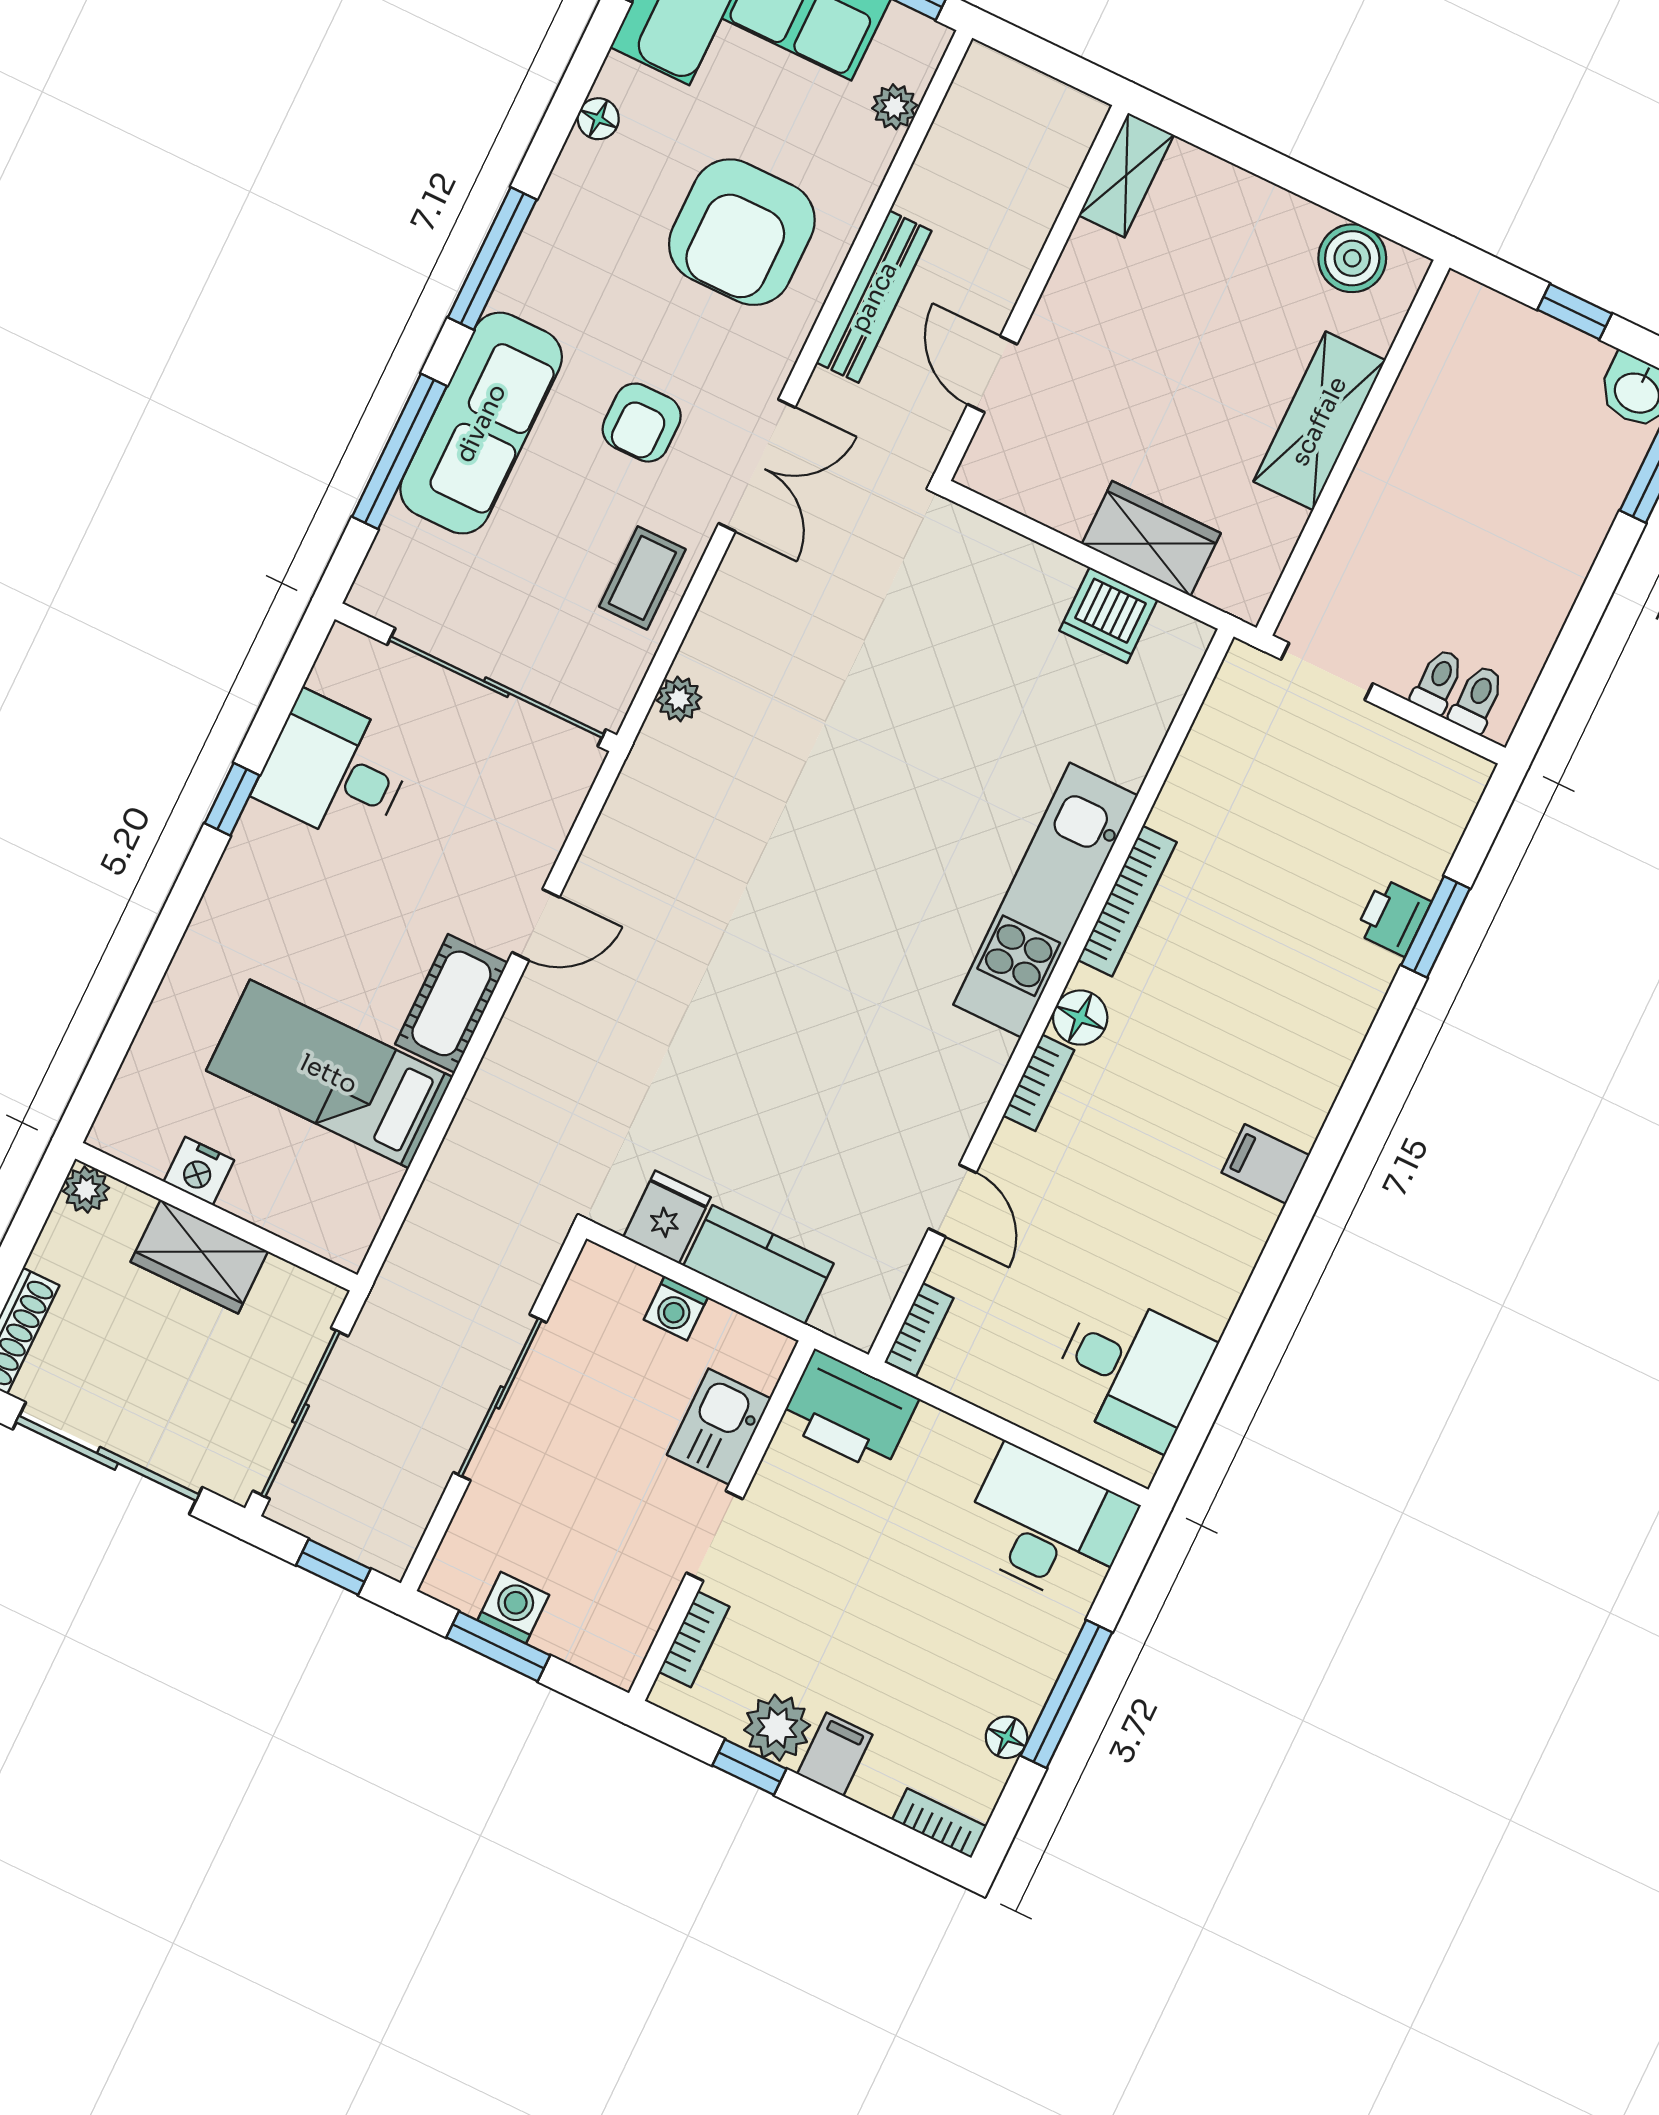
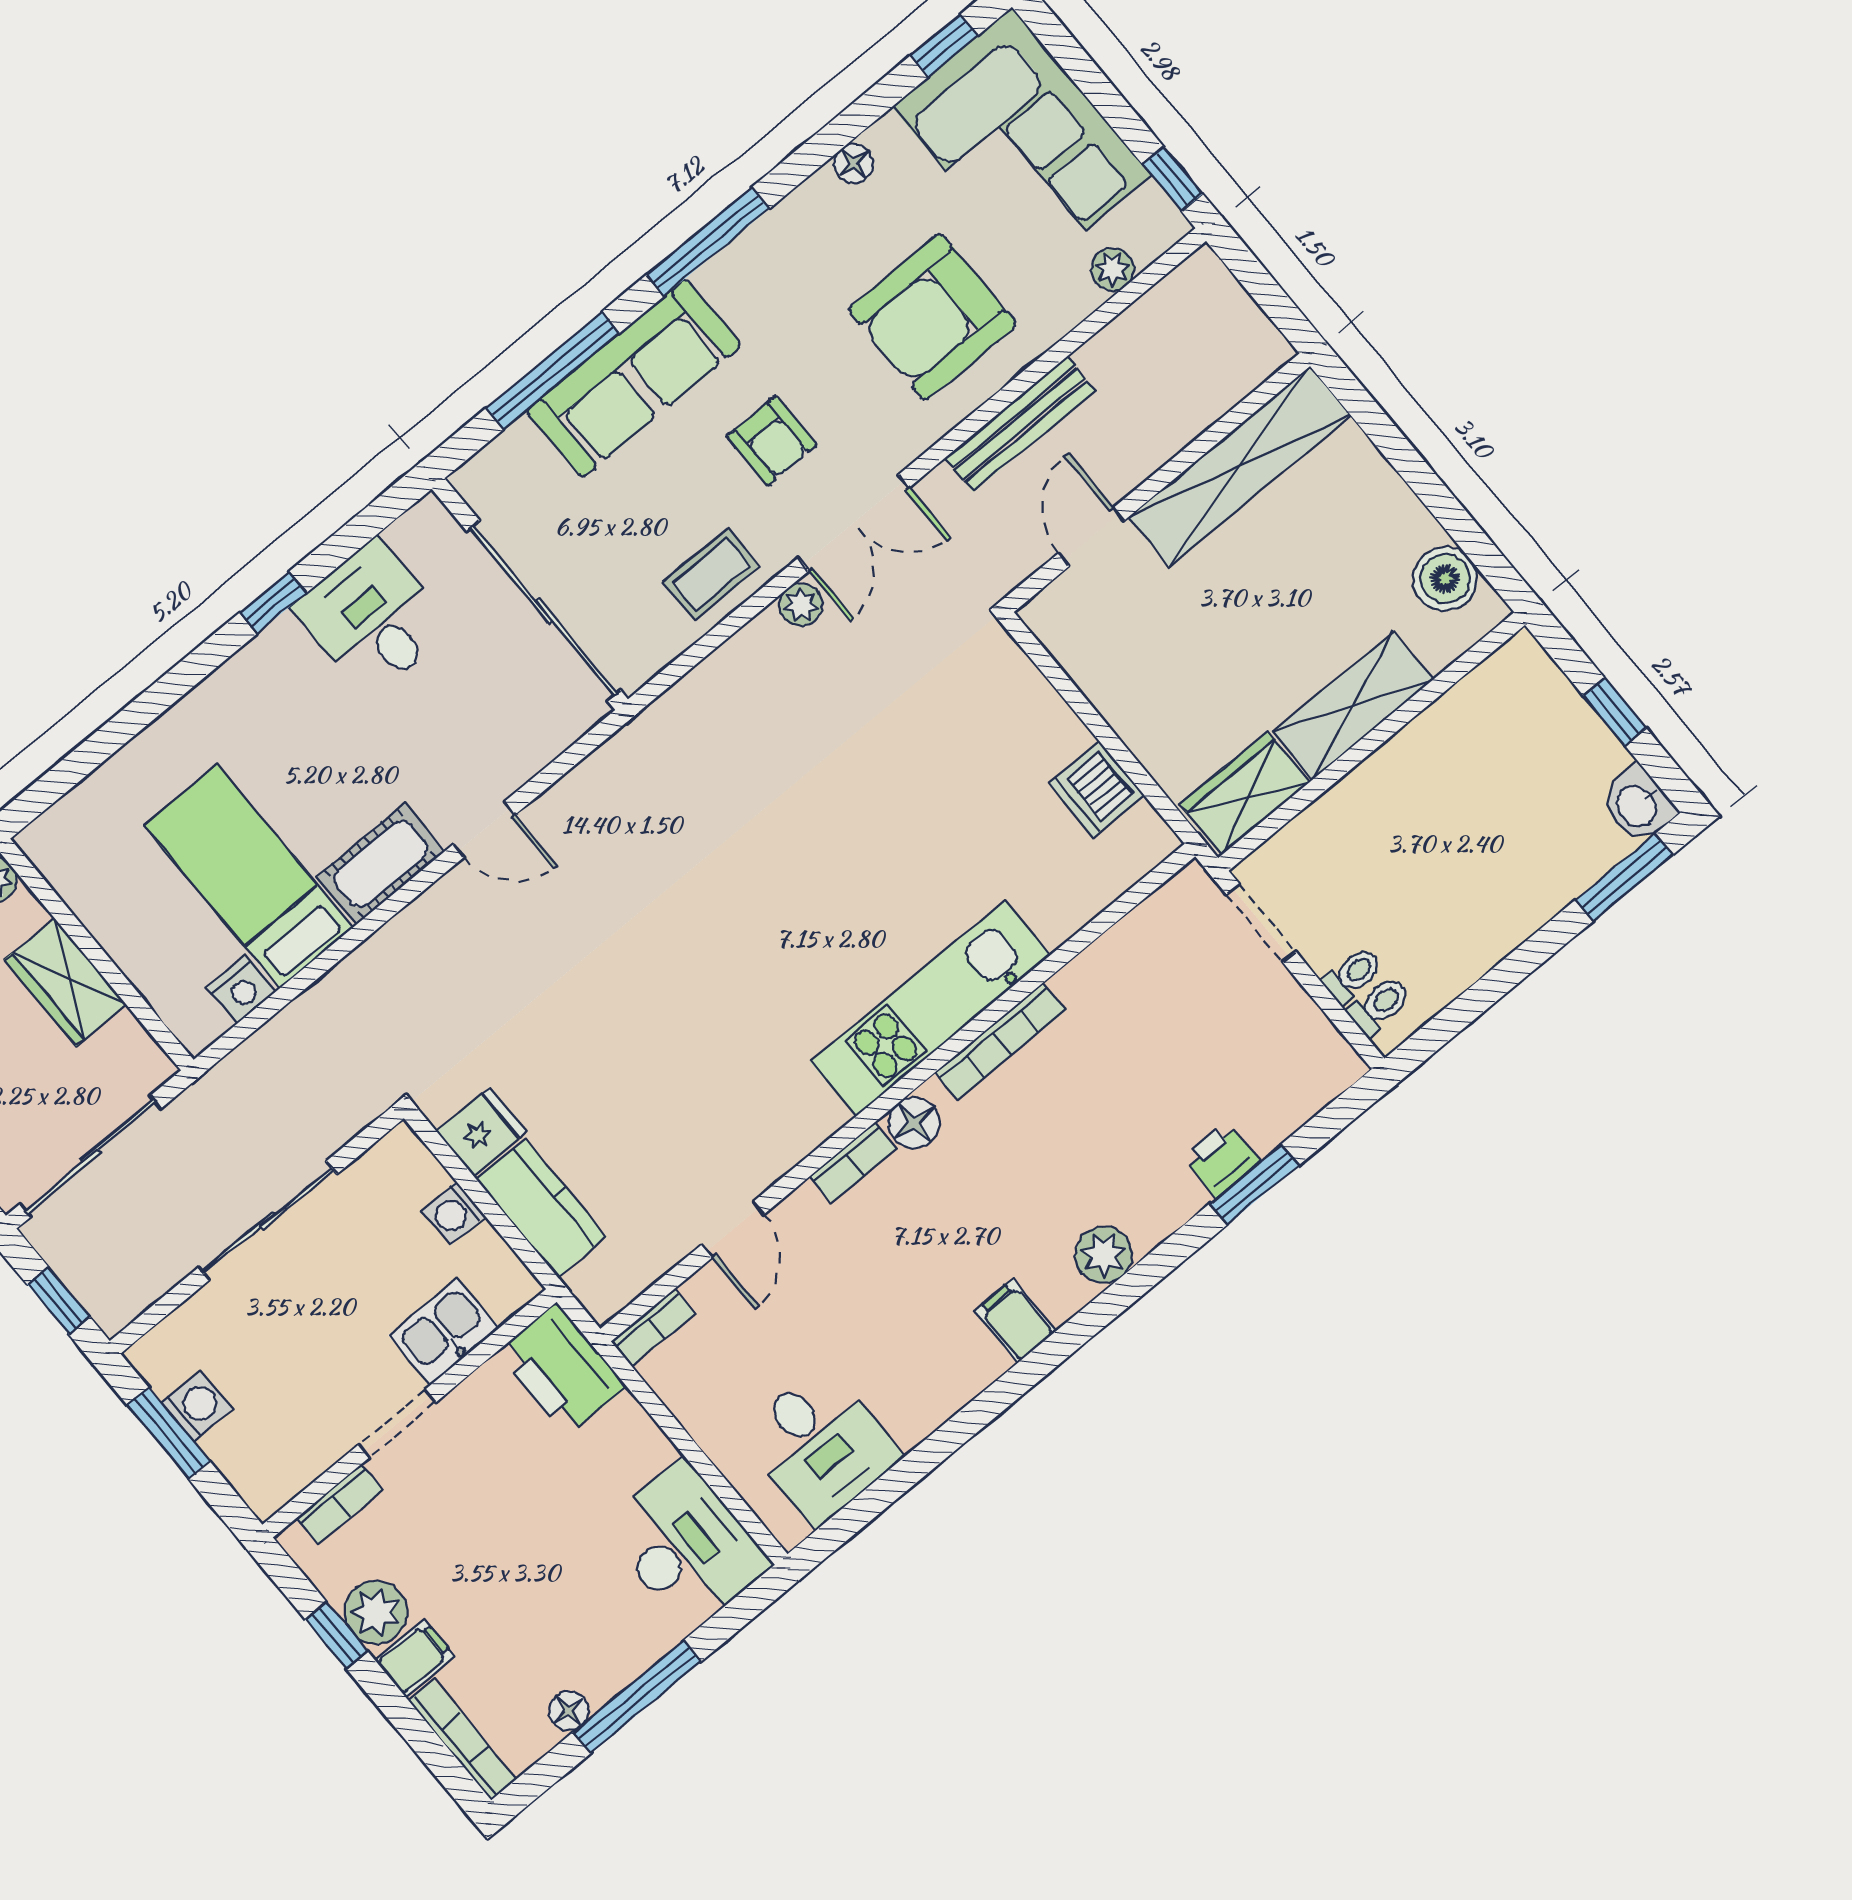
shelving: (1126, 175) -> (1240, 466), width x2.20, depth x1.33
armchair: (642, 423) -> (772, 441), turned -90
wardrobe: (1151, 539) -> (1245, 793), moved, turned -90
plant: (679, 699) -> (801, 605), moved
plant: (1321, 1061) -> (1104, 1255), added
nightstand: (199, 1171) -> (241, 990), moved, turned -90
bookcase: (939, 1823) -> (462, 1740), width x1.56

